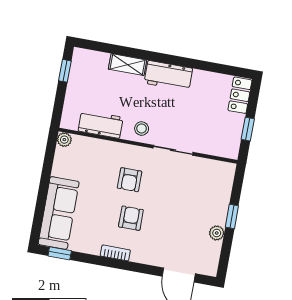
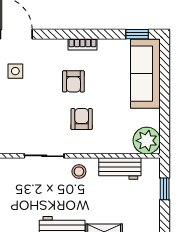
window: (65, 71) -> (165, 189), moved
plant: (64, 140) -> (147, 141), width x1.87, depth x1.87
side table: (186, 239) -> (15, 71), added

